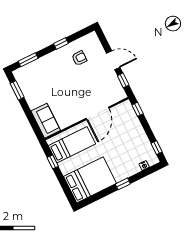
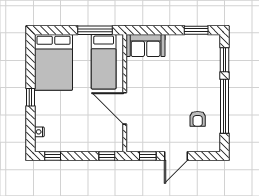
window: (61, 43) -> (225, 106), width x3.17
window: (53, 162) -> (95, 30), width x2.17

